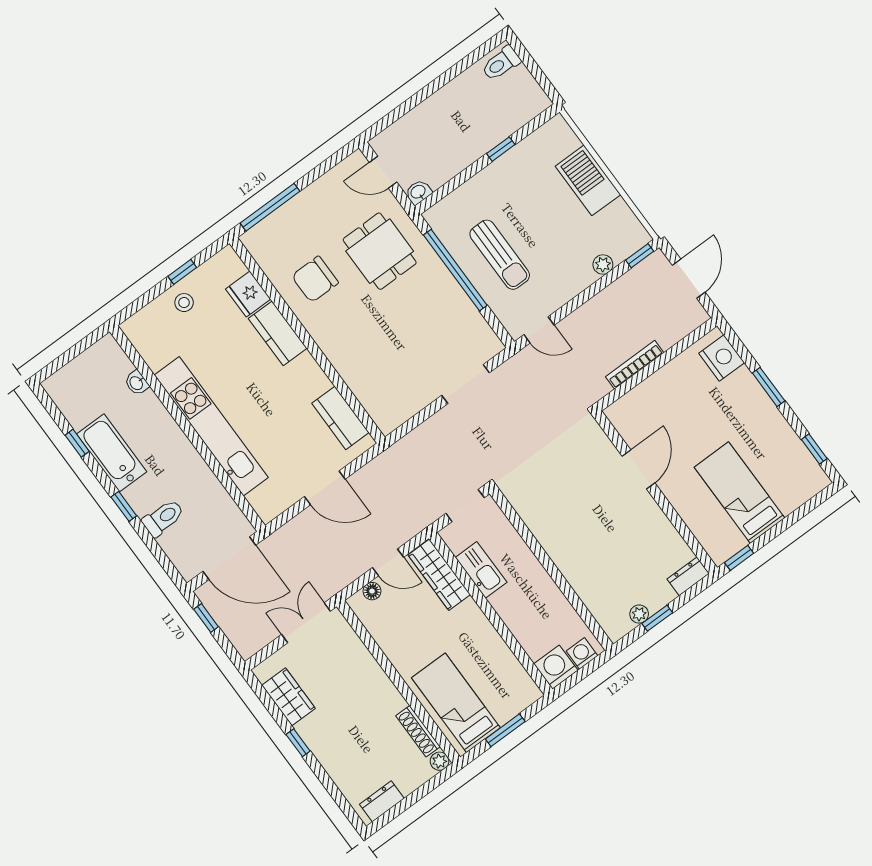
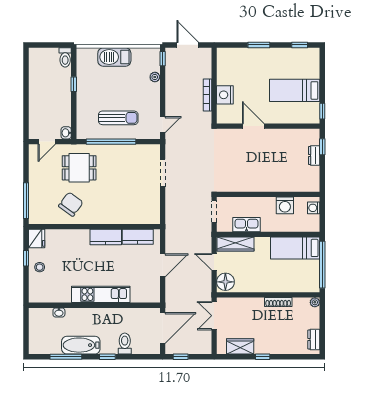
toilet: (501, 63) -> (65, 57), moved
chair: (315, 279) -> (71, 204), turned -144
fridge: (248, 294) -> (37, 238), moved, turned -90
kitchen counter: (278, 333) -> (106, 237), moved
nightstand: (722, 358) -> (225, 95), moved, turned -90
kitchen unit: (211, 426) -> (101, 294), width x0.73
window: (77, 443) -> (66, 357), width x2.17
door: (388, 562) -> (214, 262), swing flipped
dresser: (688, 576) -> (314, 155), moved
floor lamp: (372, 591) -> (225, 282), width x1.89, depth x1.89
plant: (639, 614) -> (315, 171), removed
window: (657, 618) -> (322, 147), moved
washing machine: (556, 667) -> (285, 205), moved, turned -90
bed: (456, 703) -> (295, 248), moved
window: (505, 730) -> (322, 265), width x2.11
shoe rack: (418, 731) -> (278, 302), moved

